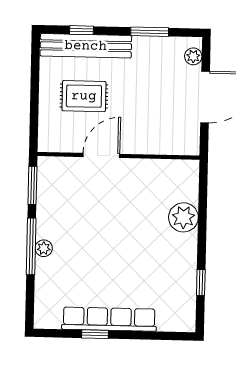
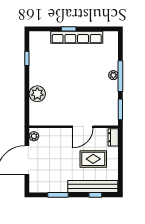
plant: (193, 56) -> (34, 136), moved
dresser: (47, 135) -> (113, 137), added
window: (95, 334) -> (69, 29), moved

